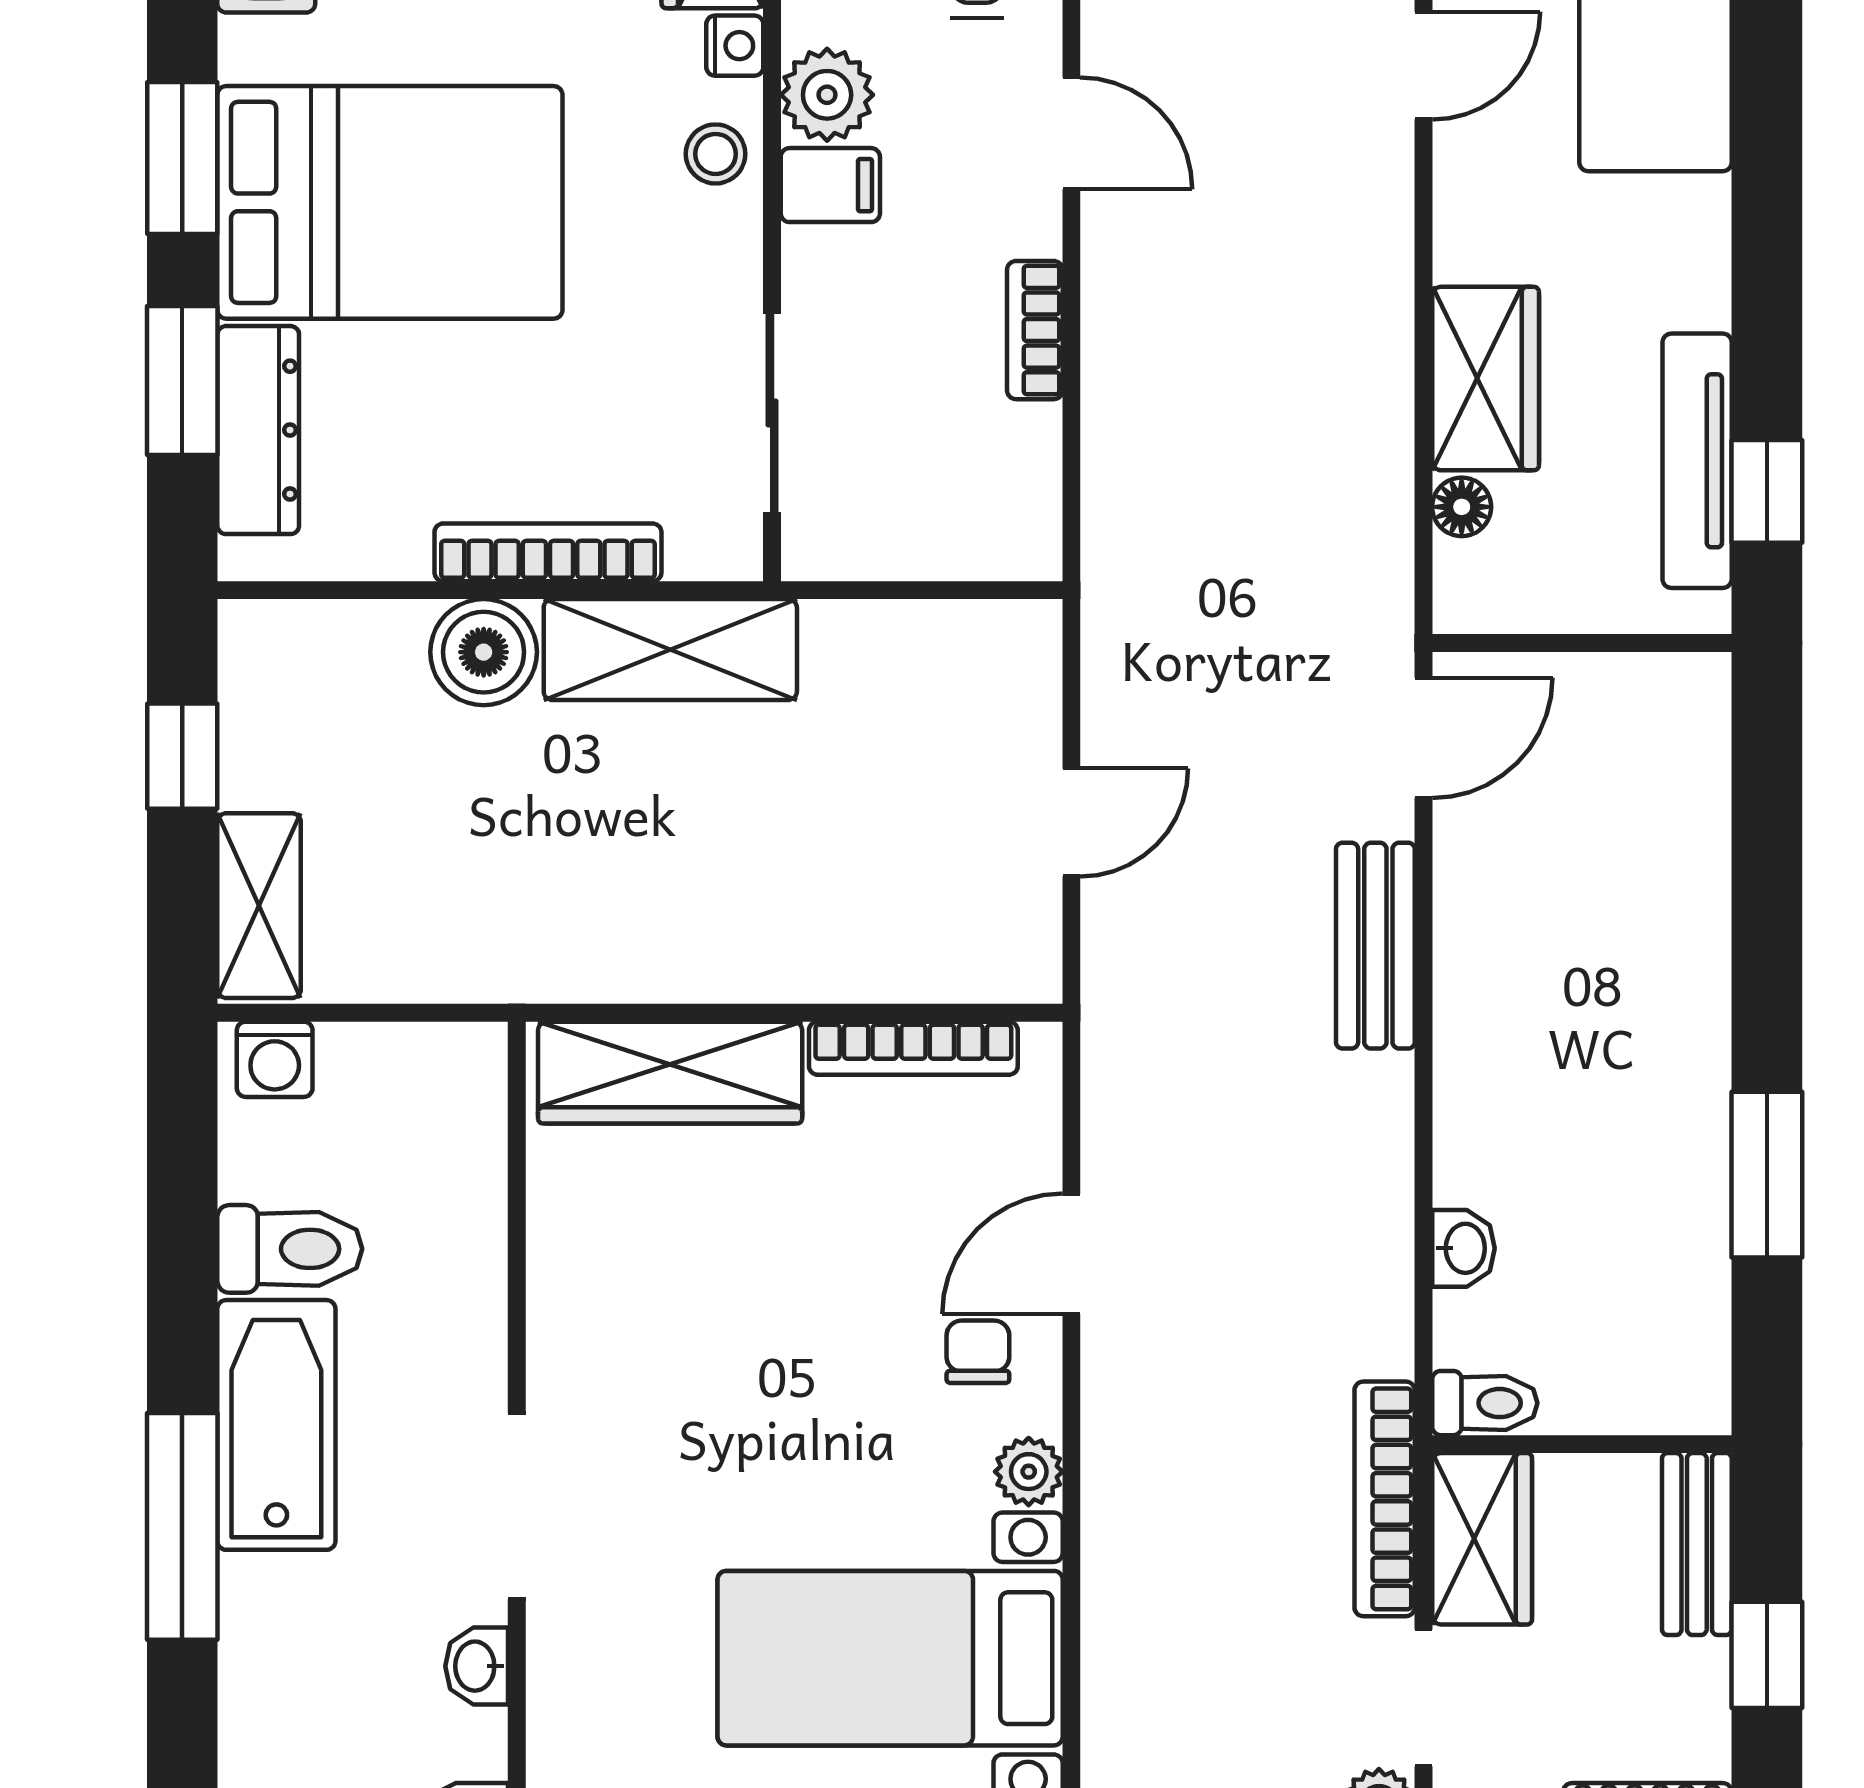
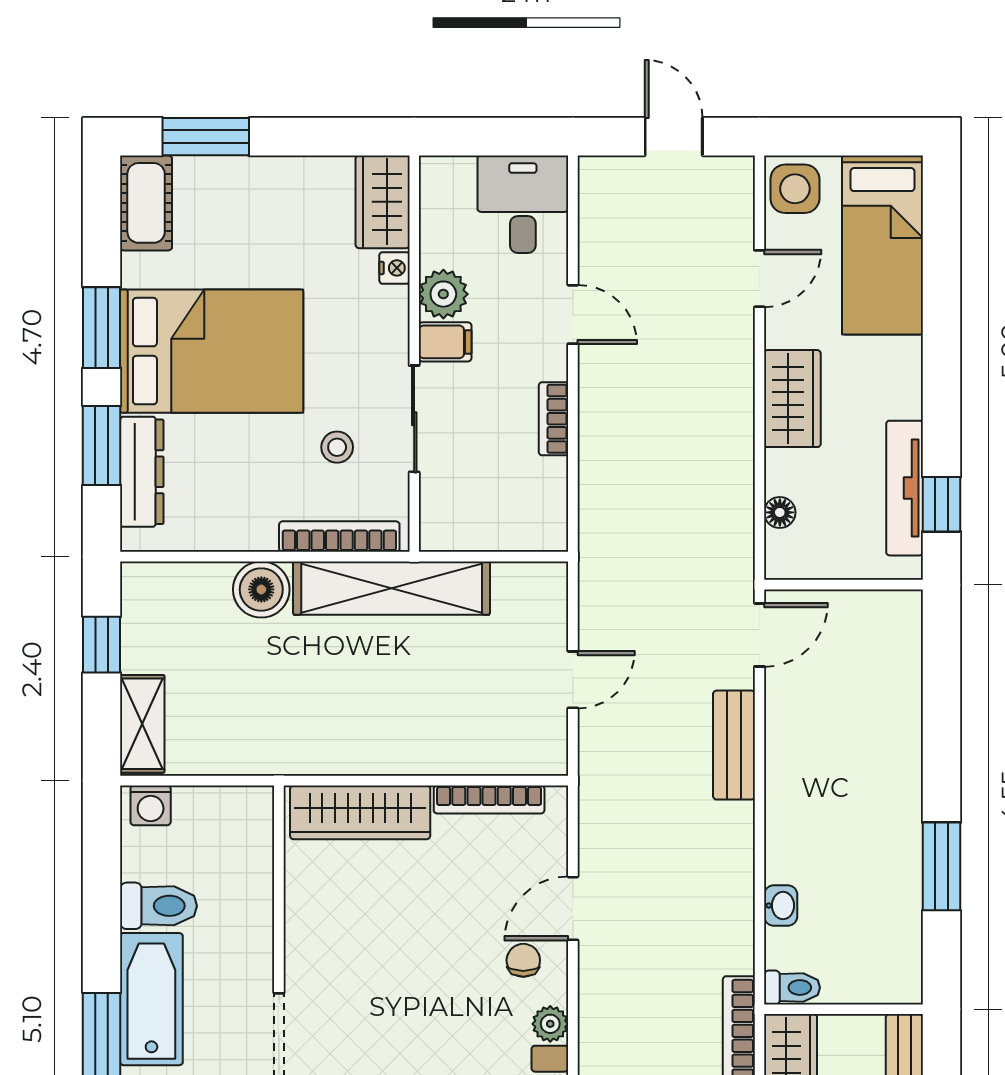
stool: (716, 154) -> (337, 447), moved
wardrobe: (1486, 379) -> (792, 399), moved
sliding door: (772, 413) -> (414, 419), moved
bookcase: (548, 552) -> (339, 537), moved
shelving: (670, 650) -> (392, 588), width x1.47

